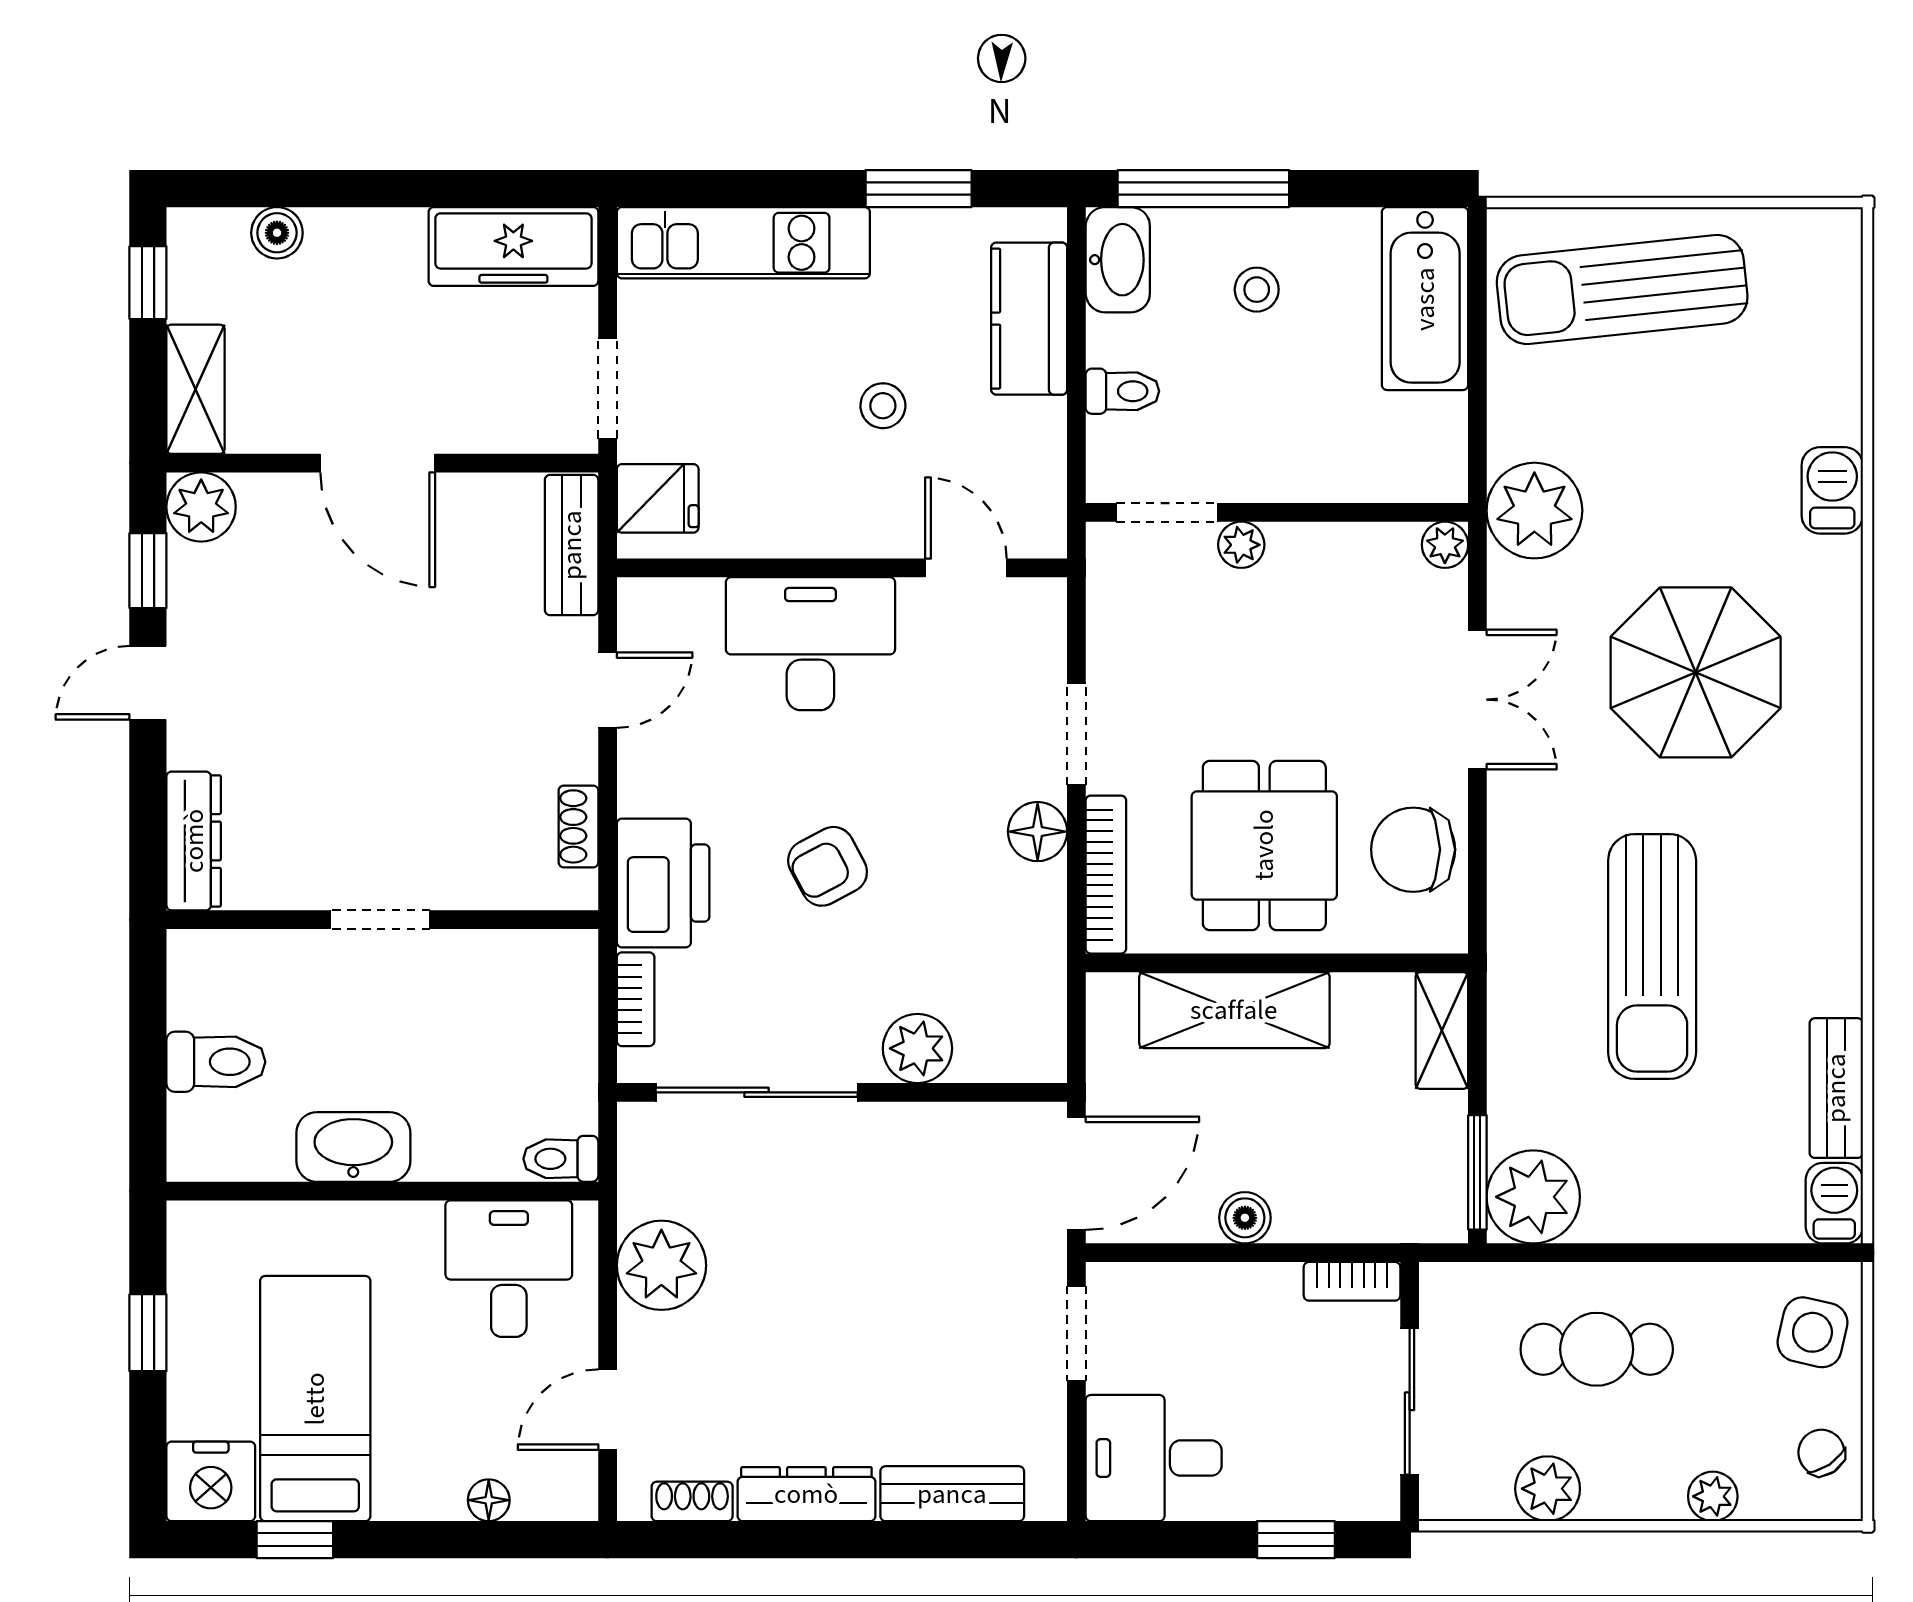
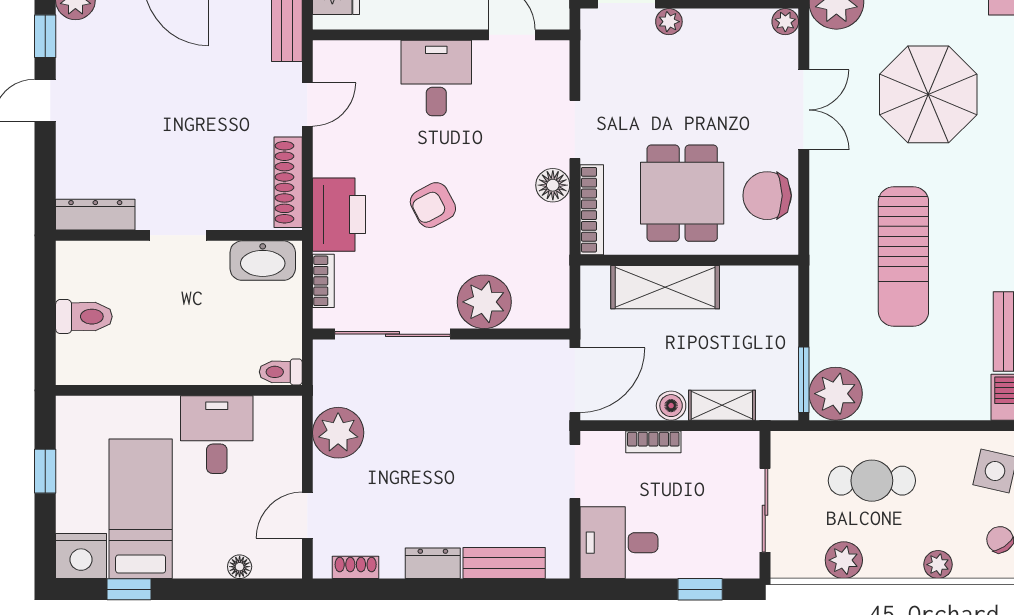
desk: (810, 644) -> (436, 78), width x0.73
shoe rack: (578, 826) -> (288, 182), width x1.94, depth x1.24
dresser: (194, 841) -> (95, 215), moved, turned -90
shelving: (1442, 1031) -> (722, 405), moved, turned 90
plant: (917, 1048) -> (484, 302), width x1.36, depth x1.36
washbasin: (353, 1147) -> (263, 261), moved, turned 180
desk: (509, 1269) -> (217, 435), moved
bookcase: (1352, 1281) -> (653, 442), moved
dresser: (806, 1494) -> (433, 563), width x0.70

